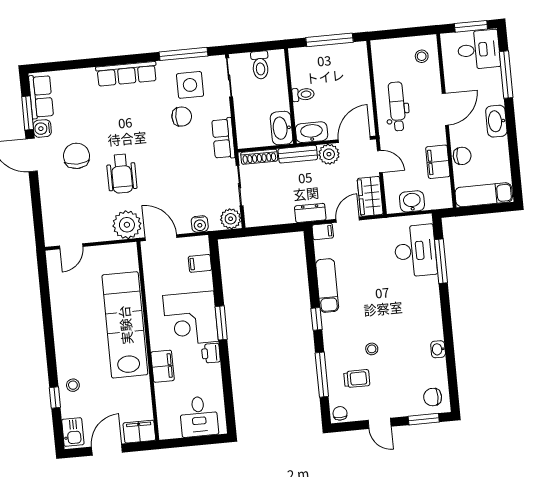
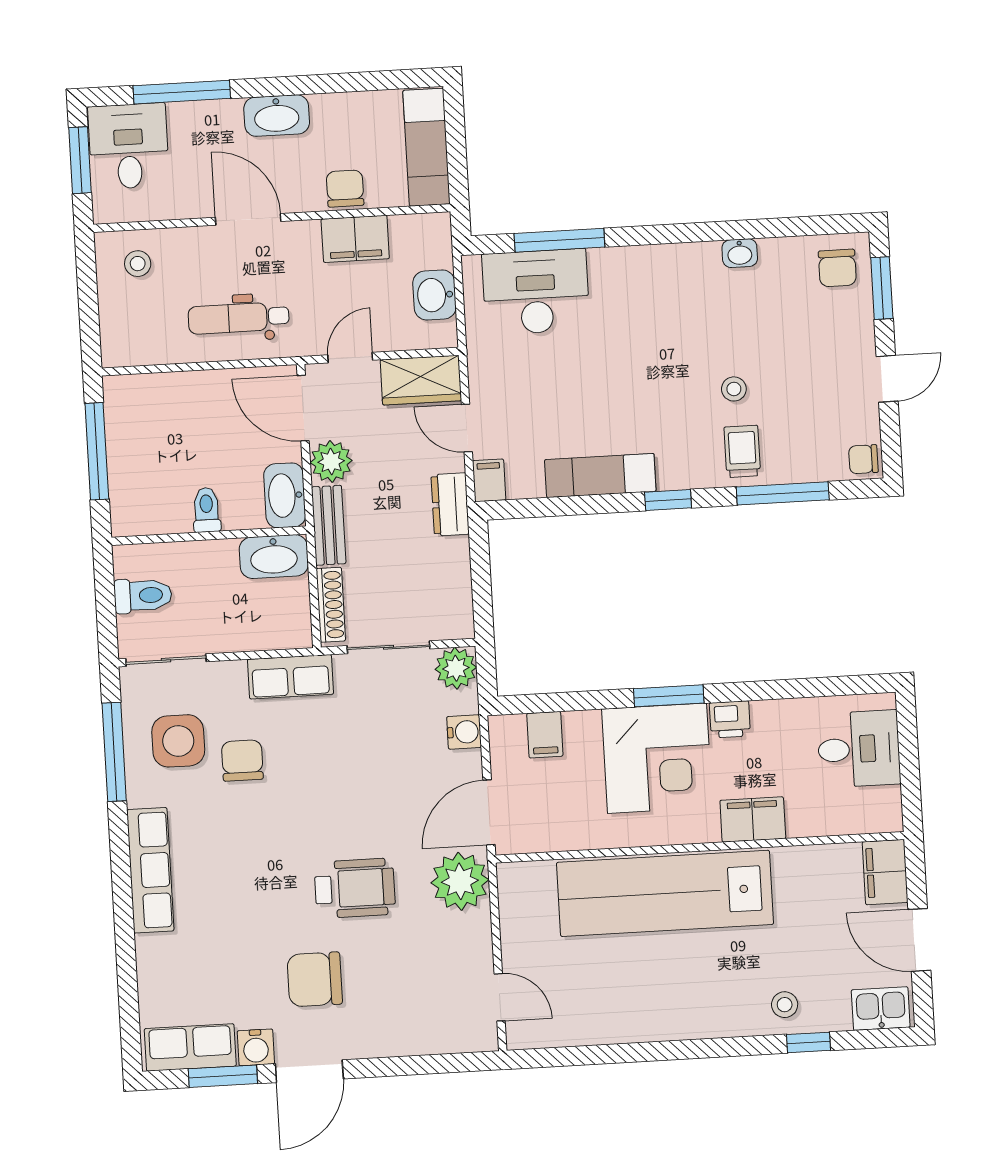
trolley: (357, 379) -> (742, 451), moved

